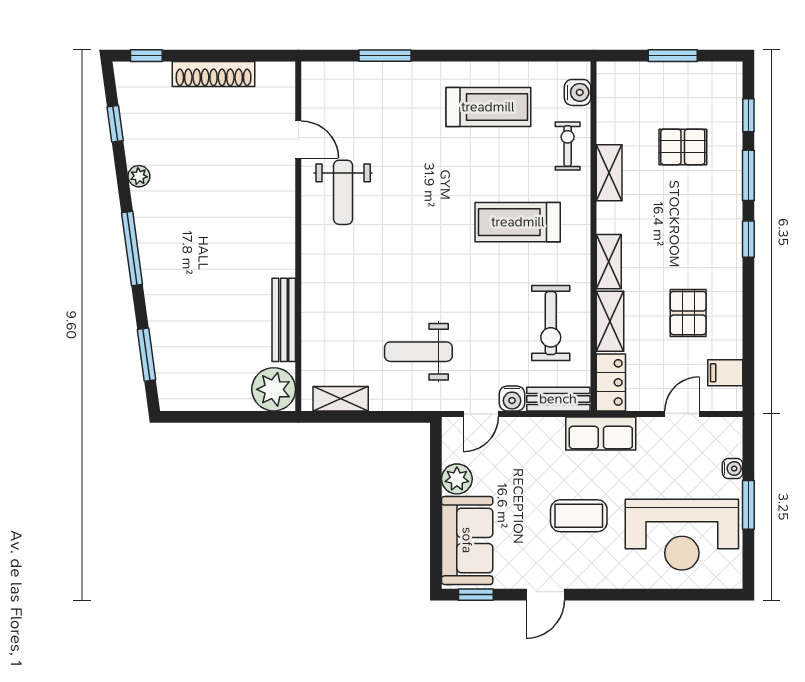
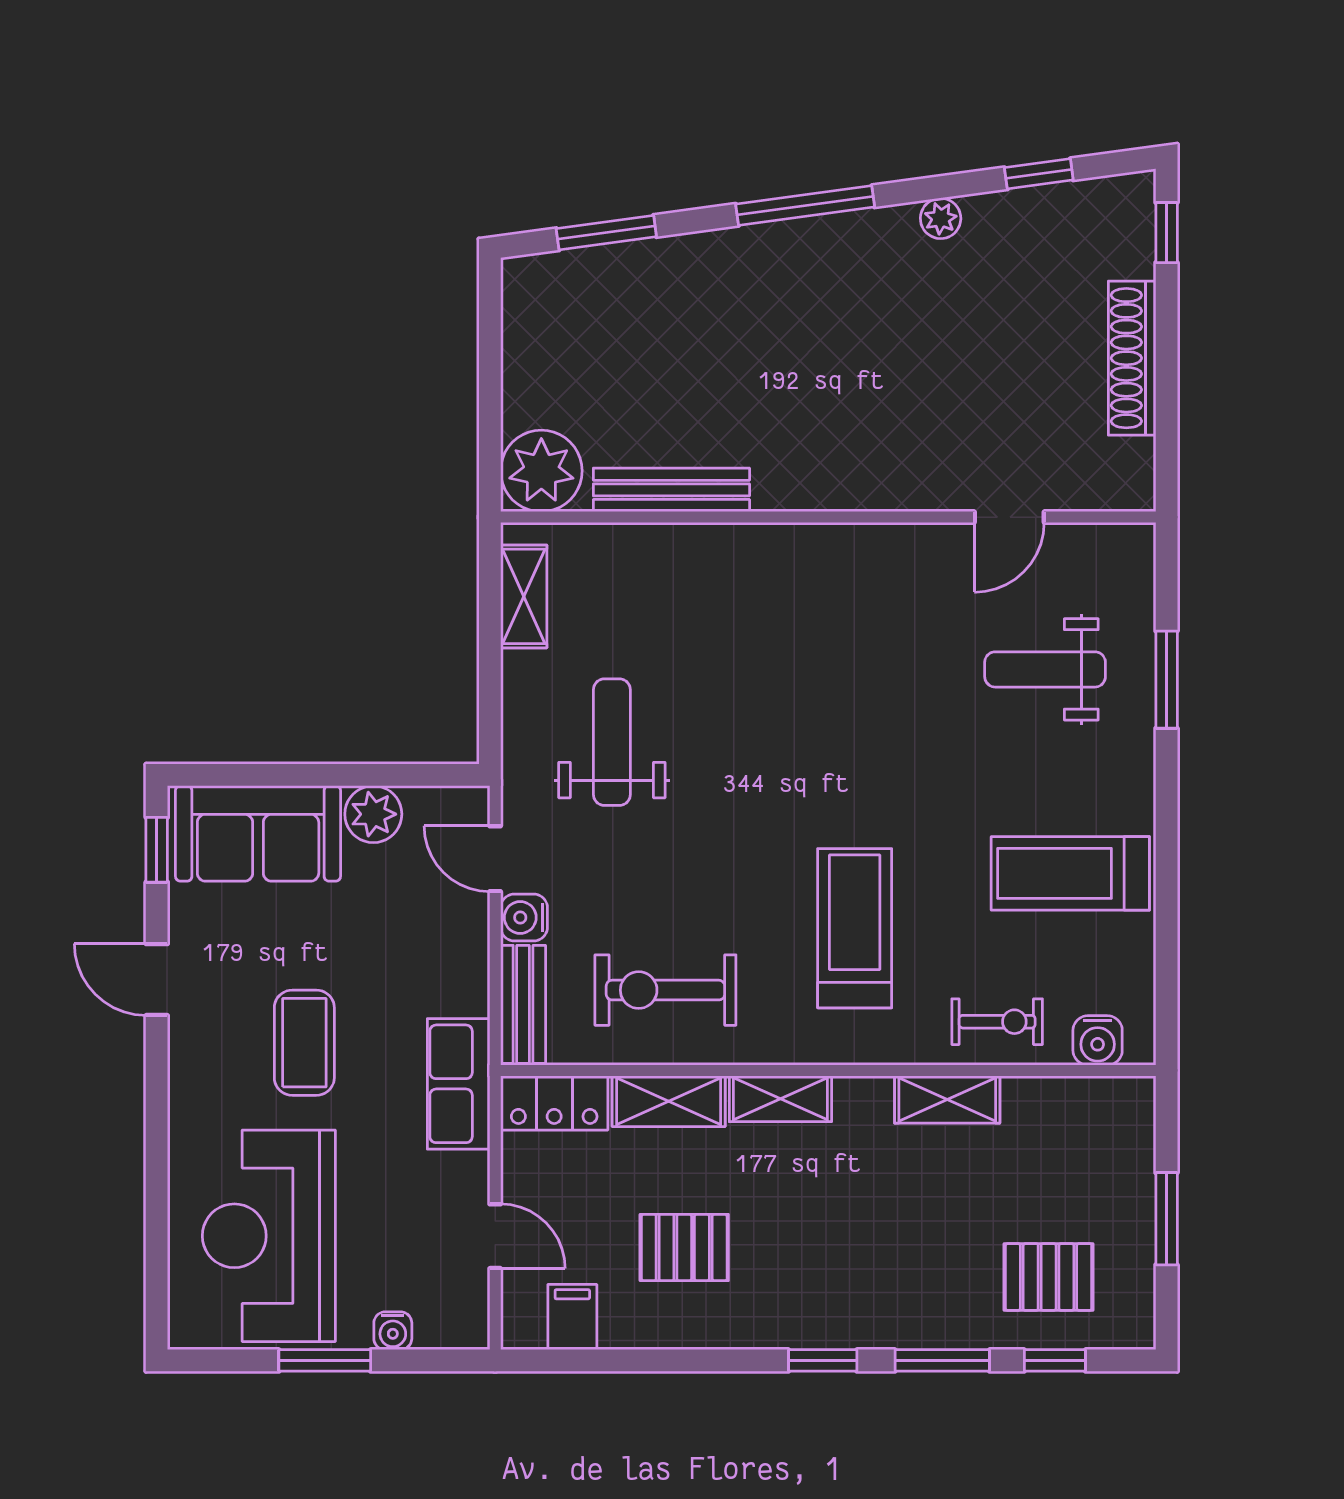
treadmill: (488, 107) -> (1070, 873), turned 90
pallet: (683, 147) -> (1049, 1277), moved, turned 90
weight bench: (343, 192) -> (1045, 669), moved

